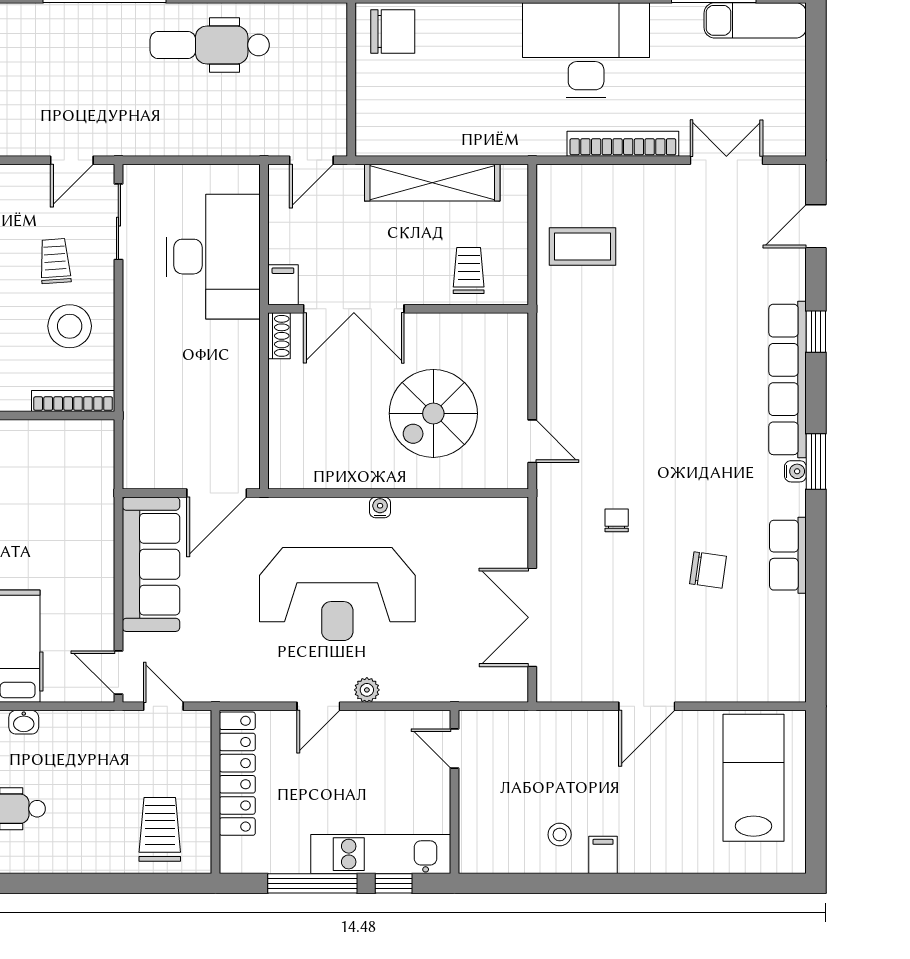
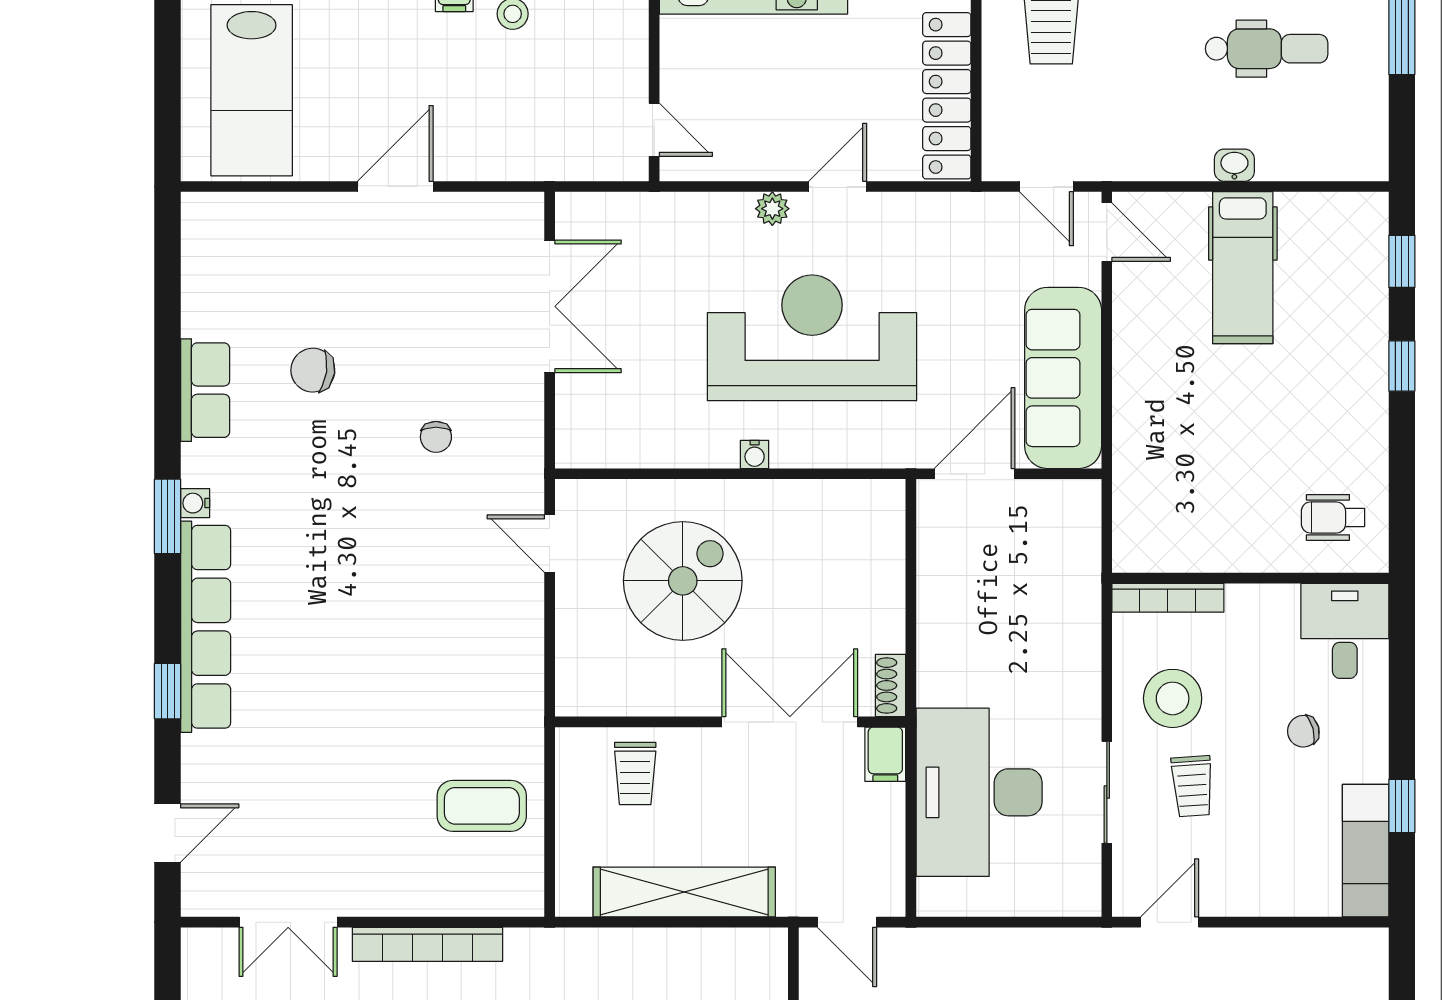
door: (311, 160) -> (847, 922), swing flipped
sliding door: (118, 222) -> (1107, 792), moved

